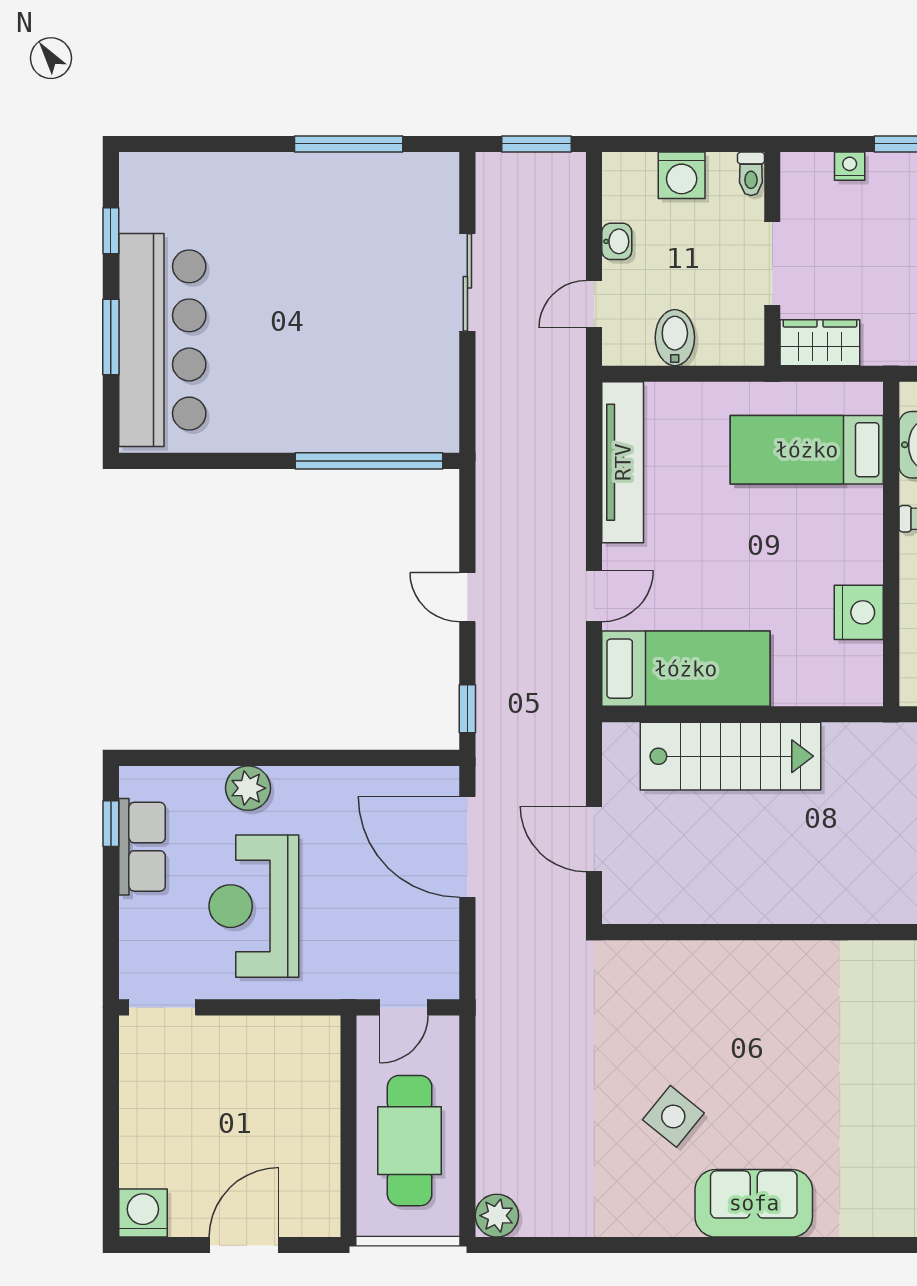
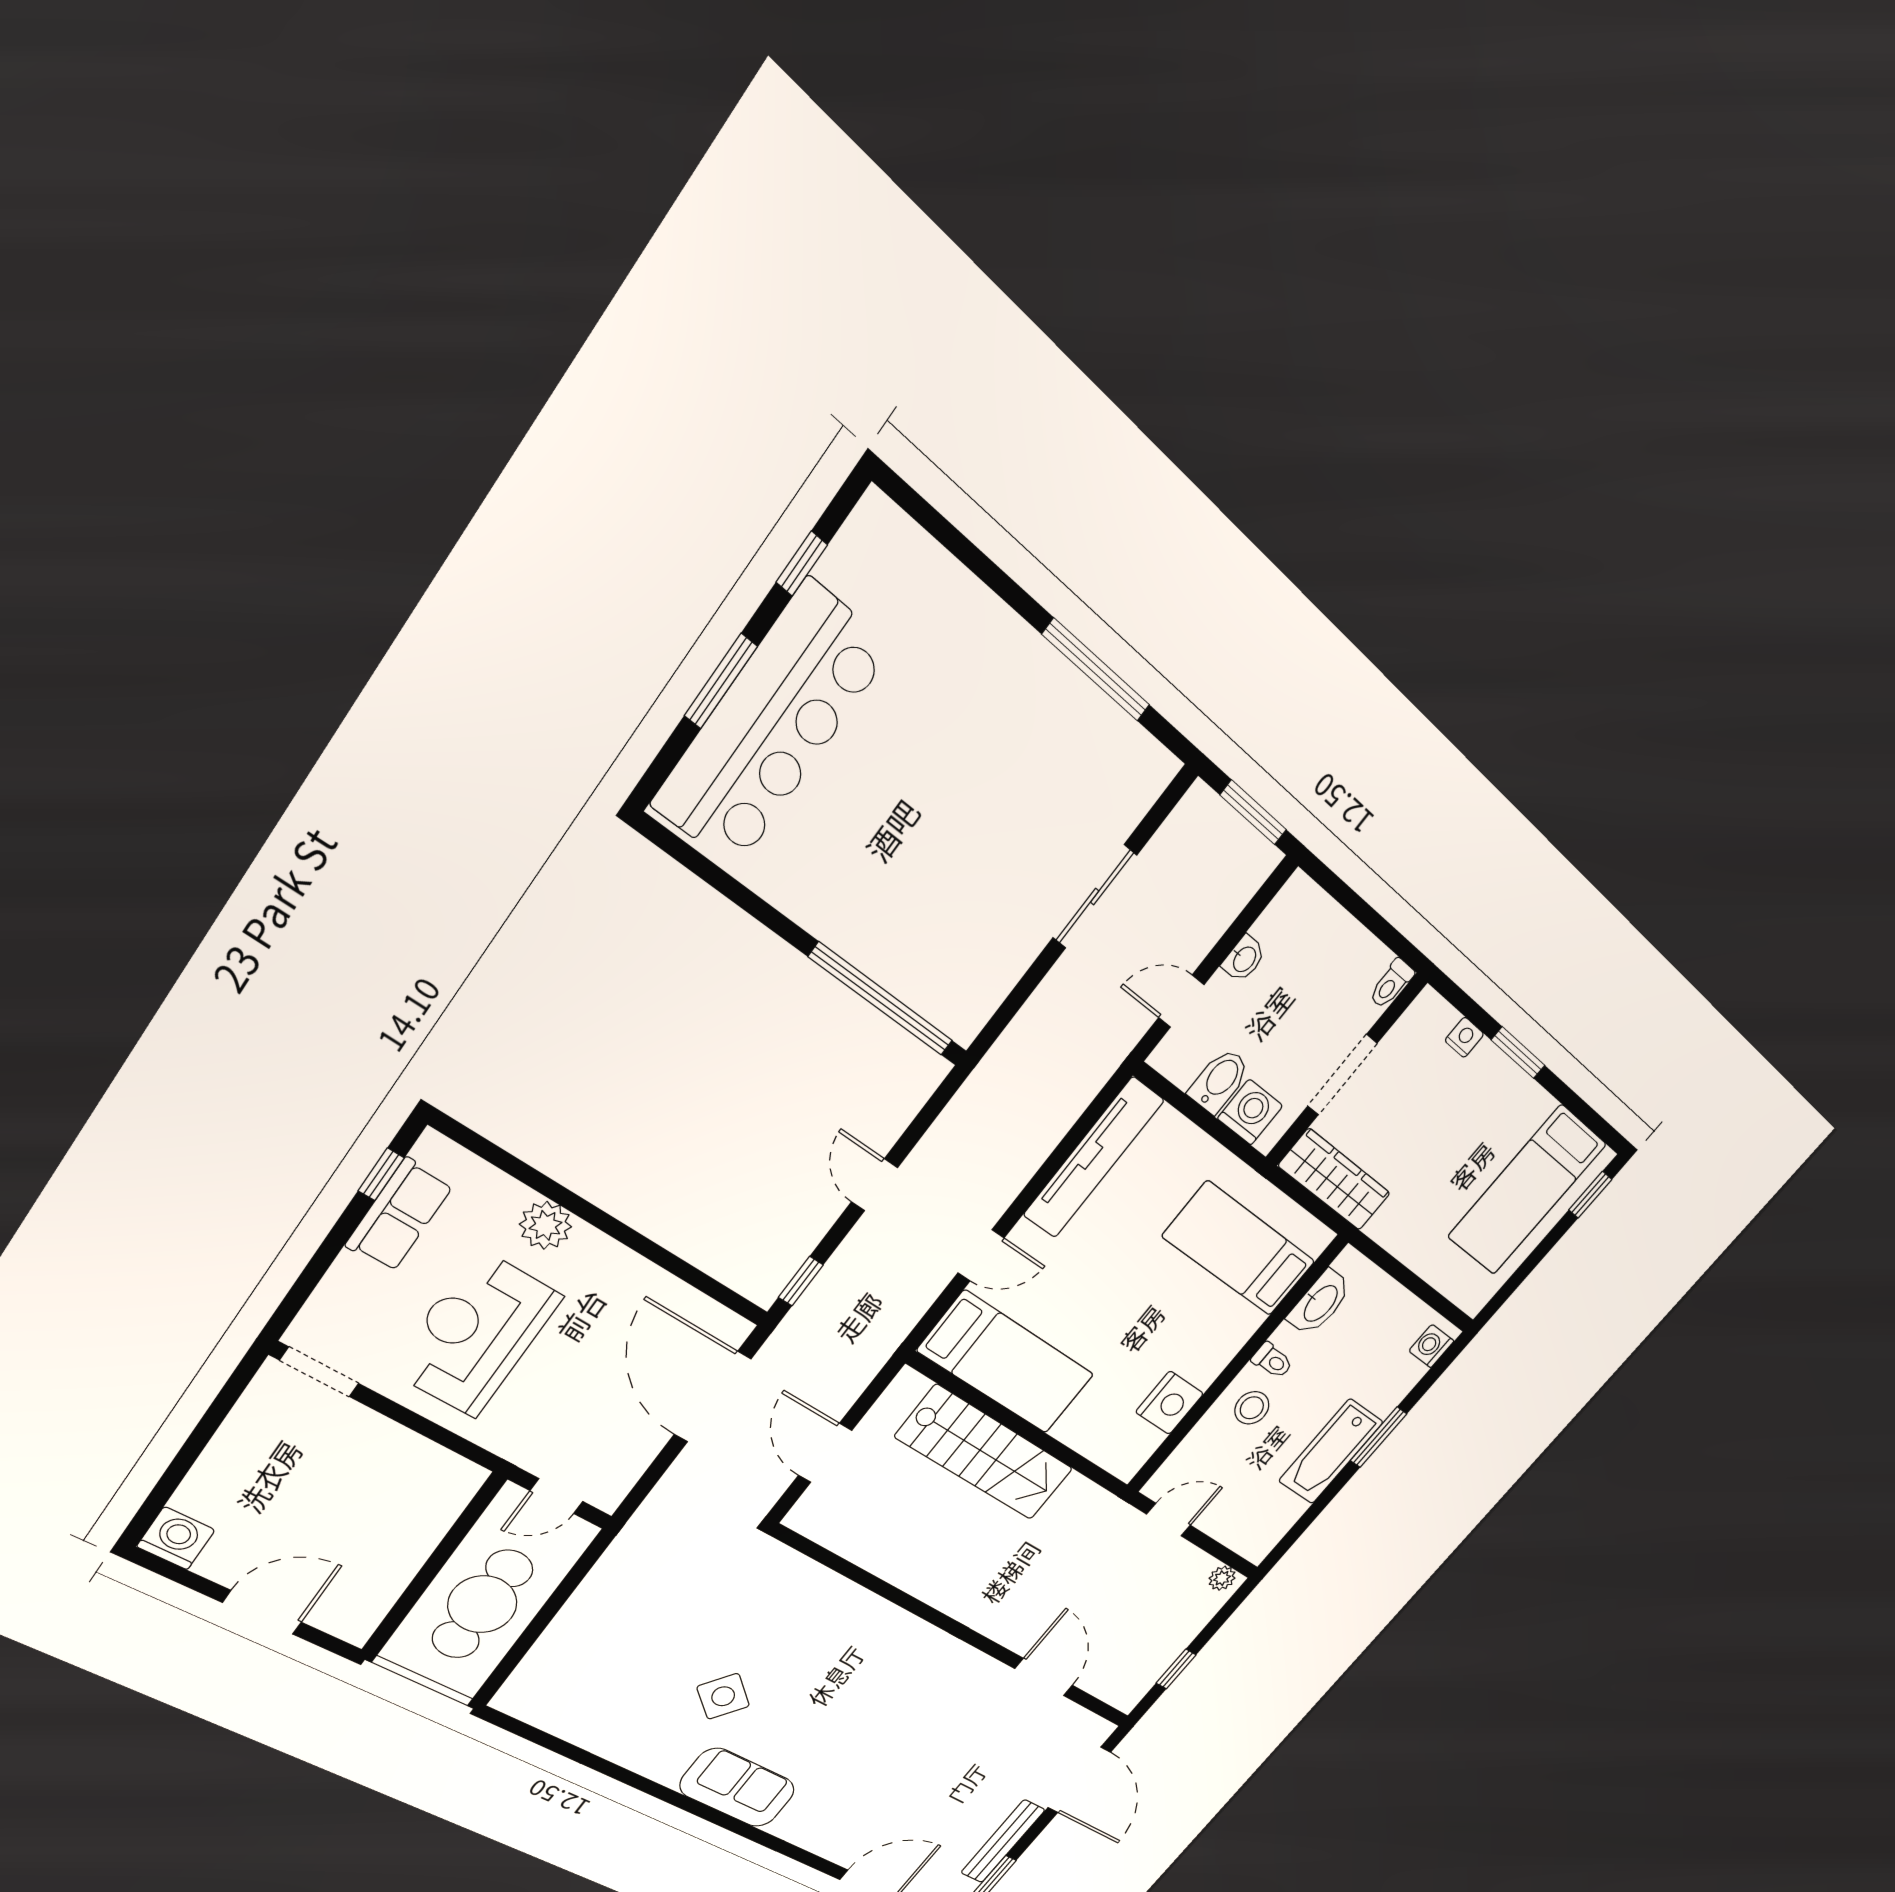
washing machine: (682, 175) -> (1250, 1112), moved, turned 180
wardrobe: (820, 343) -> (1334, 1180), width x1.50
plant: (497, 1216) -> (518, 1698), removed

